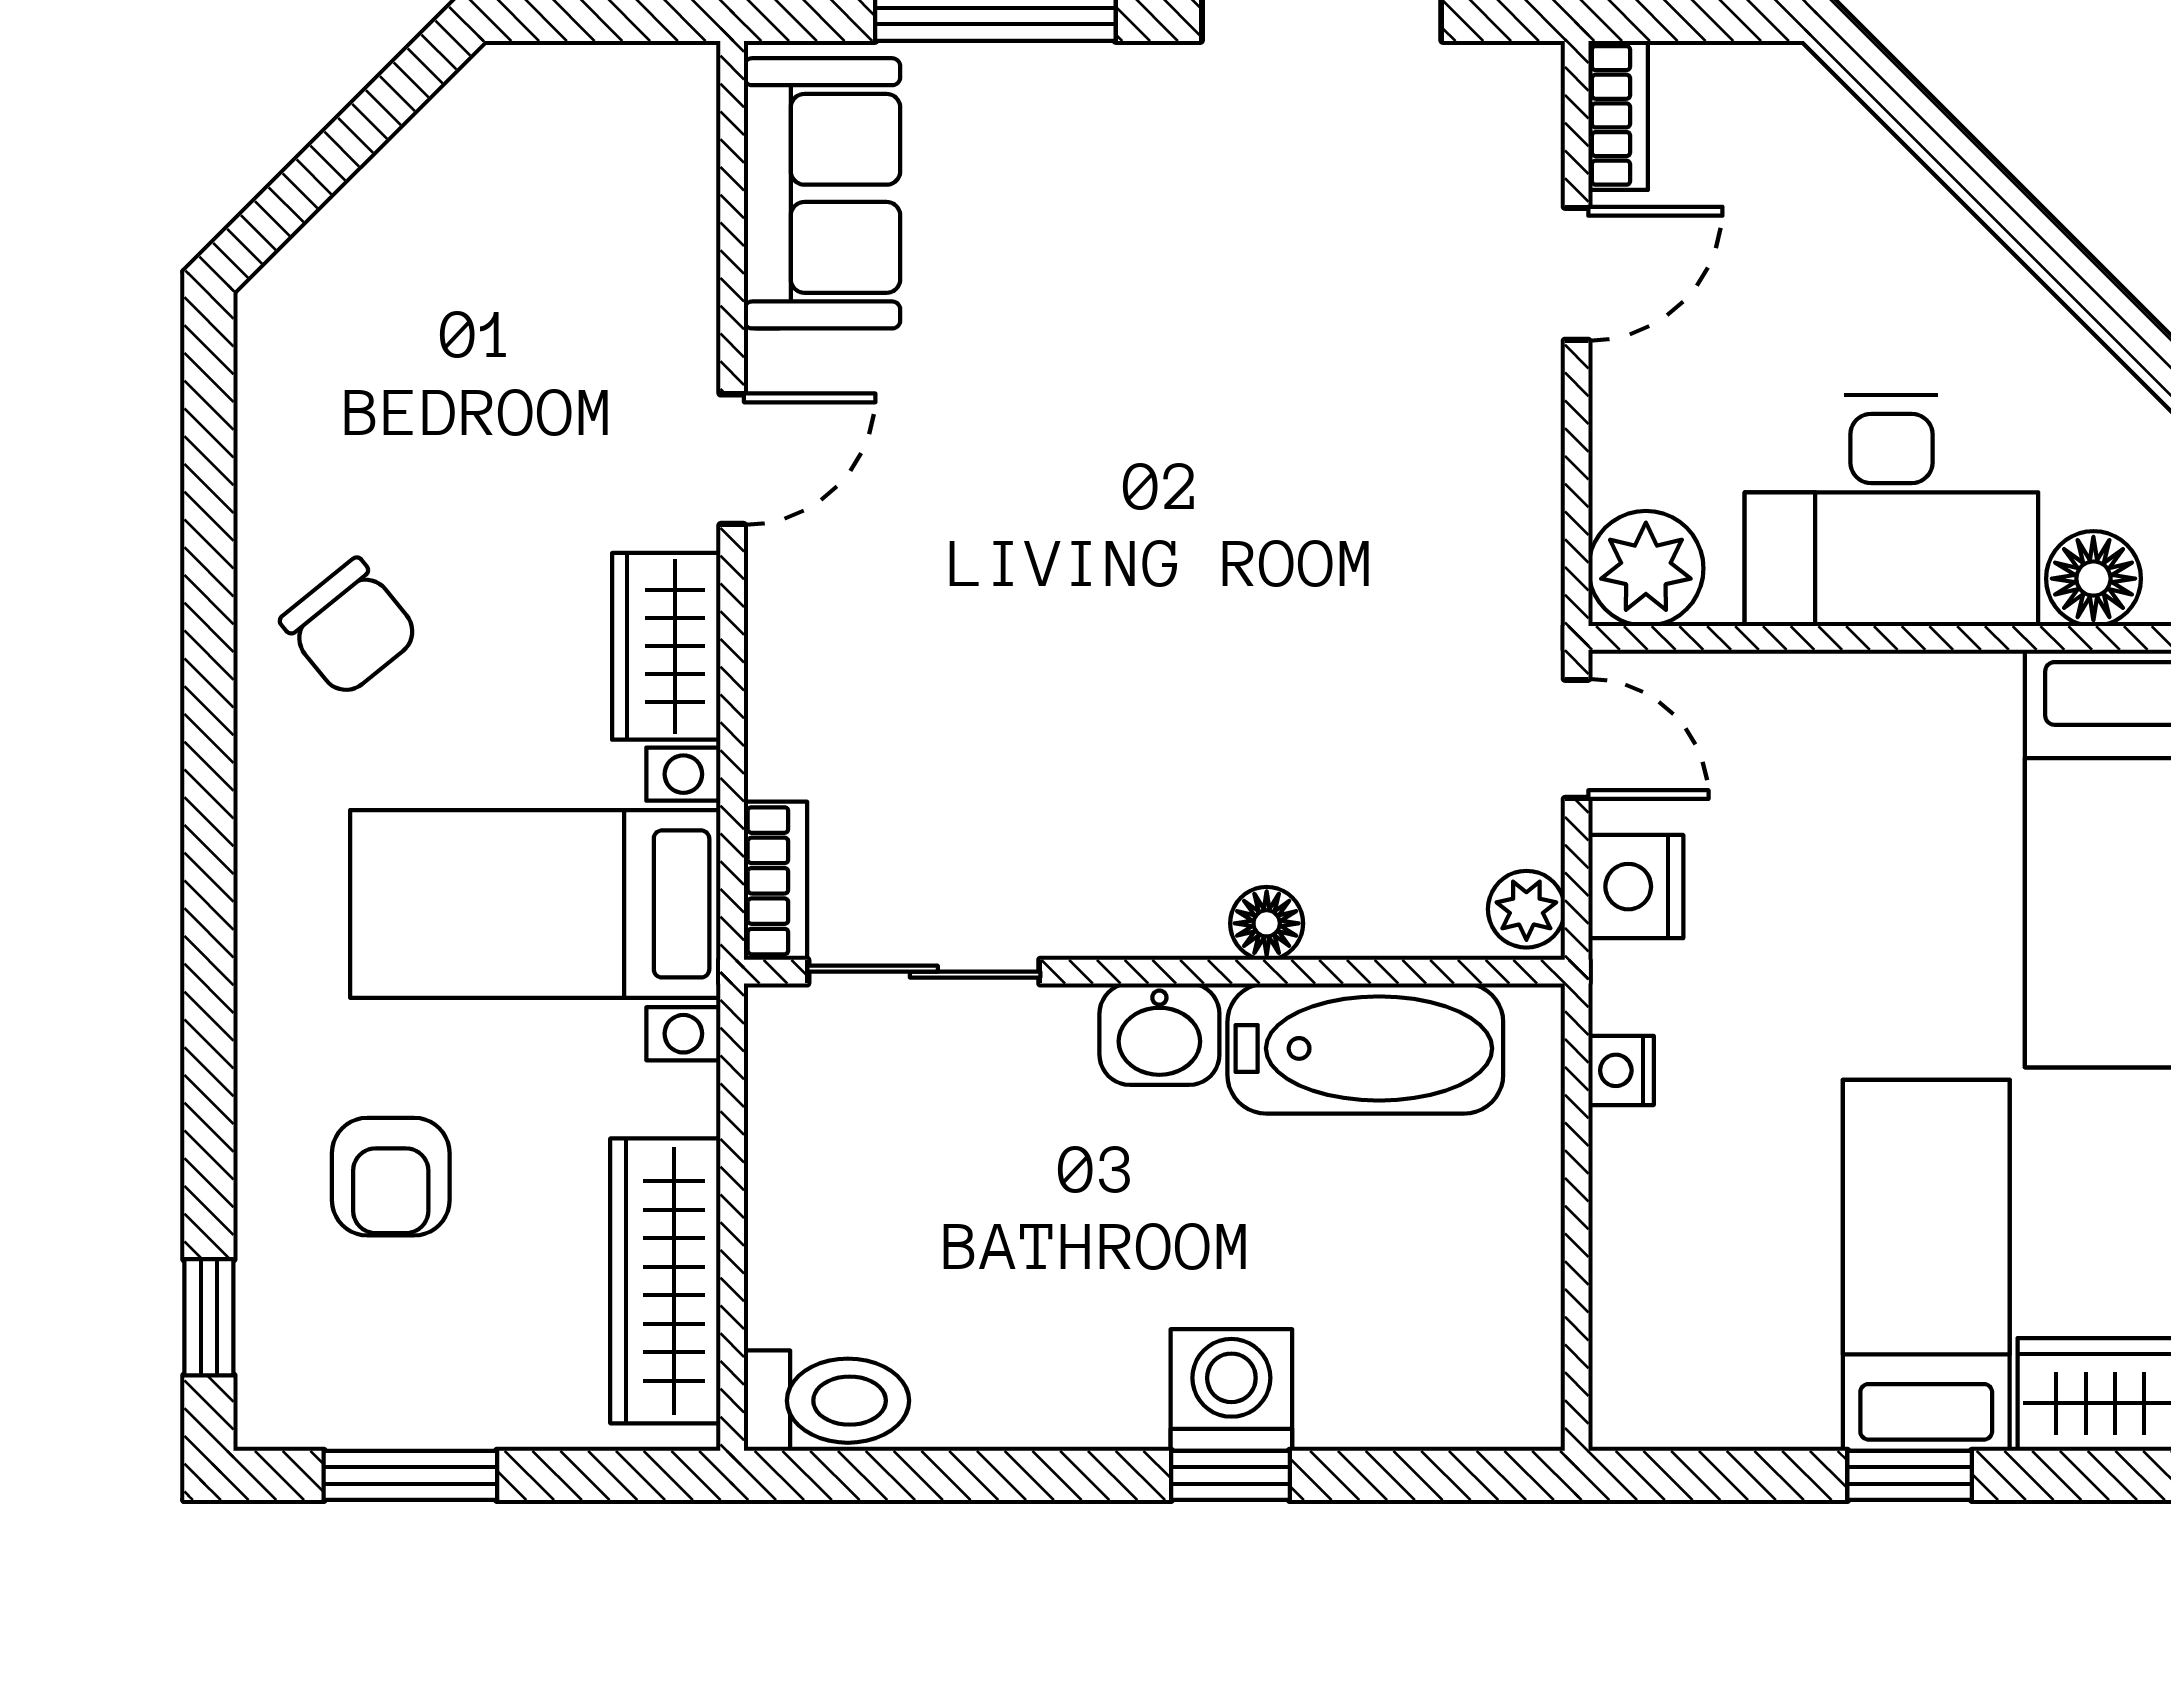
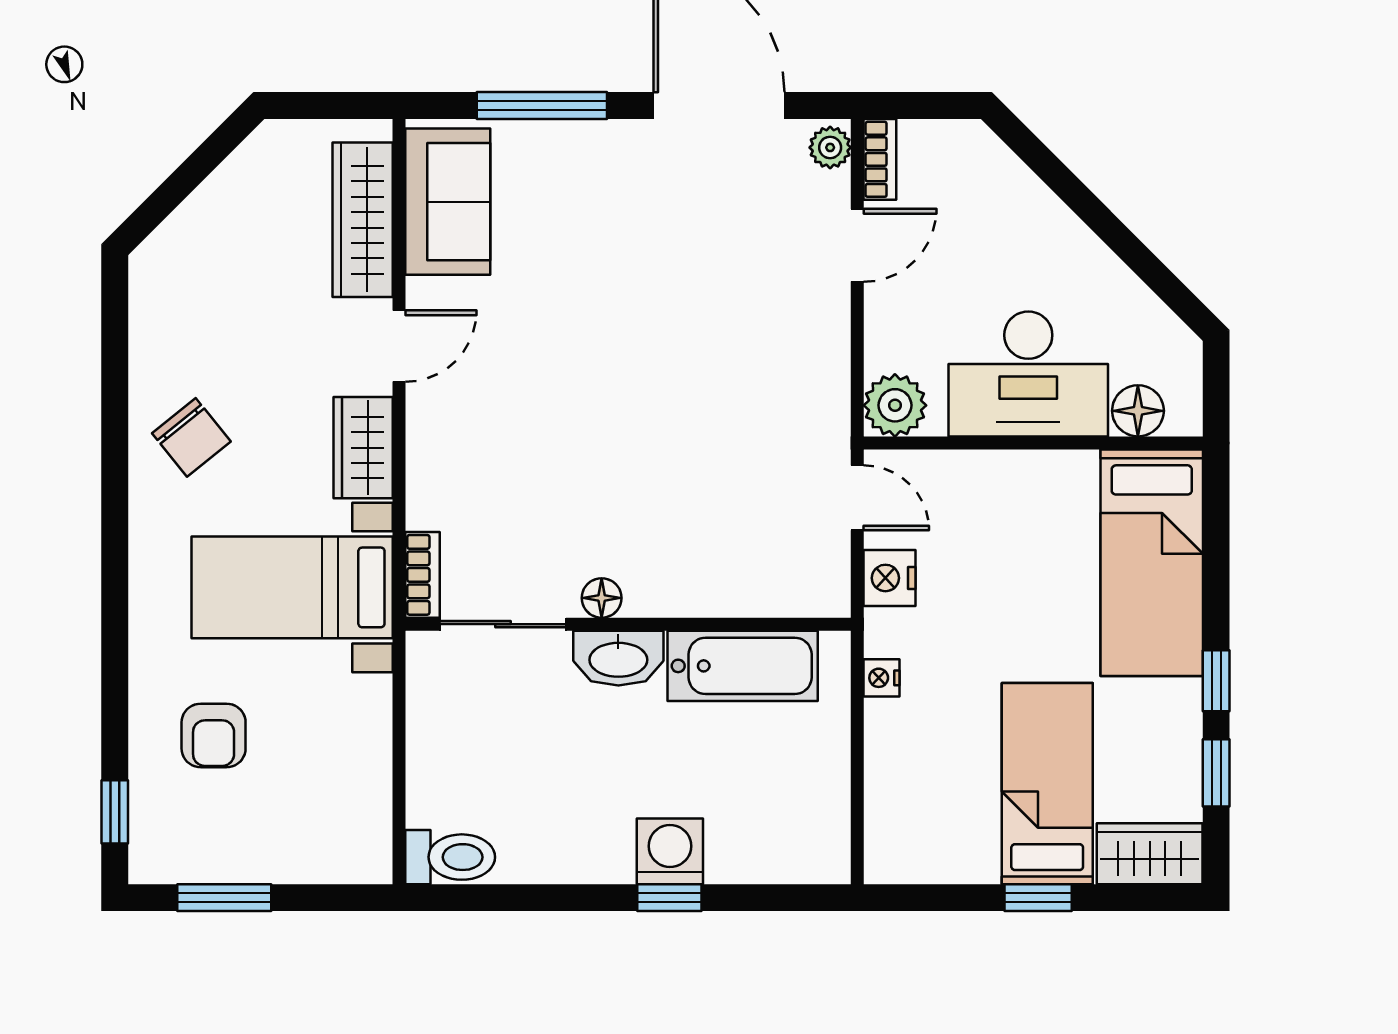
plant: (1526, 909) -> (830, 147), moved
floor lamp: (1267, 923) -> (602, 598), moved
washbasin: (1159, 1034) -> (618, 658), width x1.38
wardrobe: (665, 1281) -> (363, 220), moved

